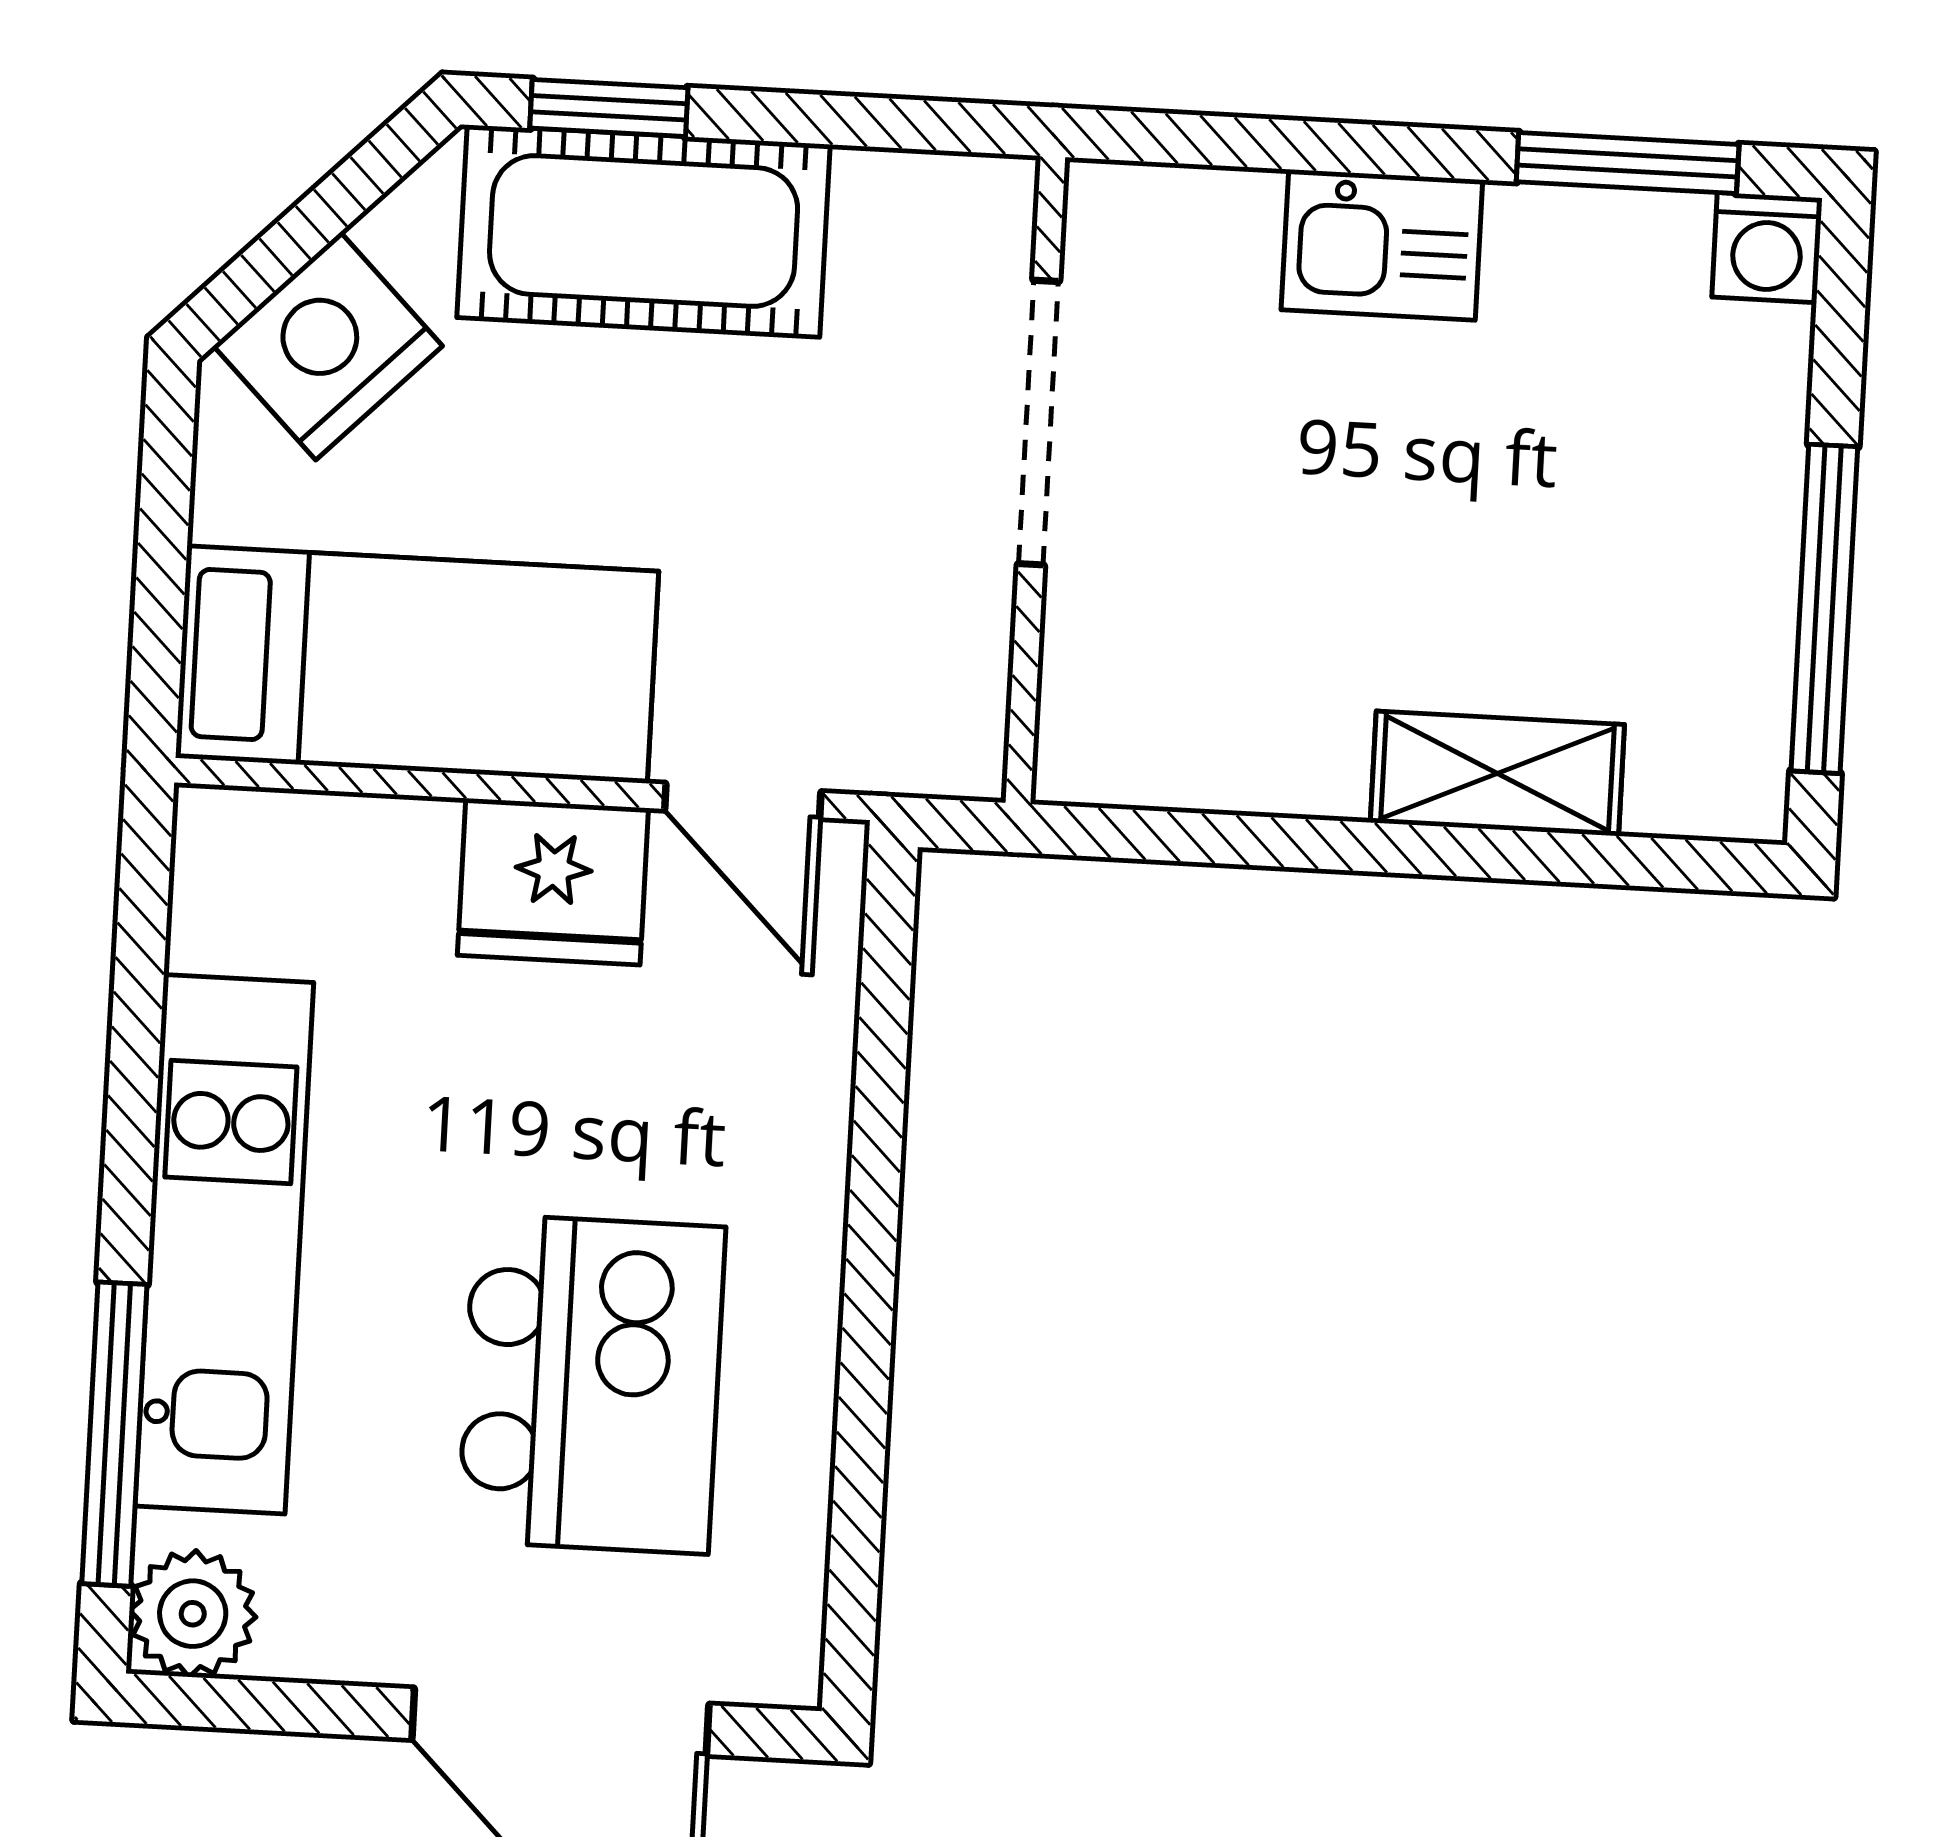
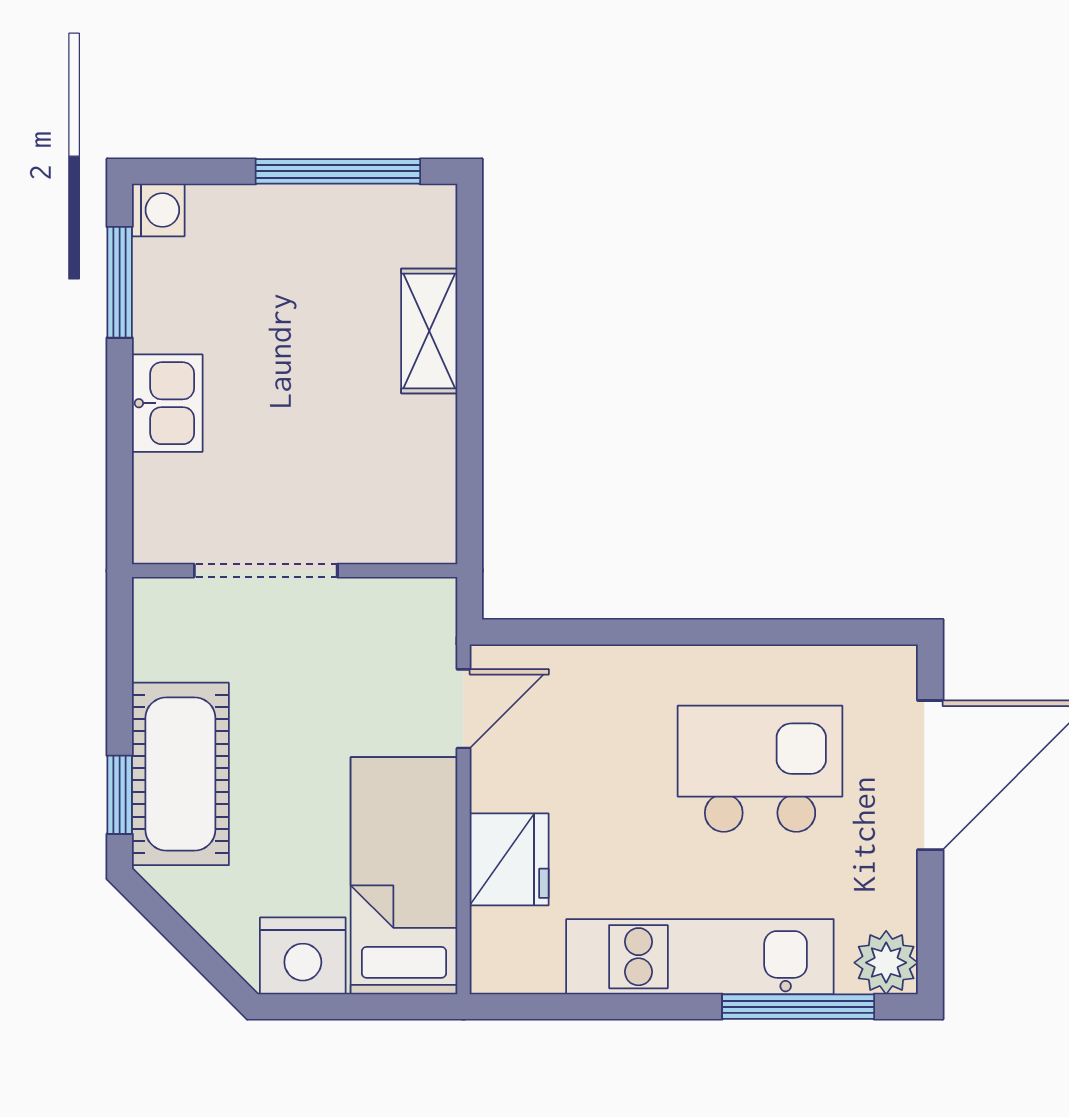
nightstand: (328, 346) -> (303, 956), moved, turned -45
fridge: (553, 882) -> (509, 859), moved

